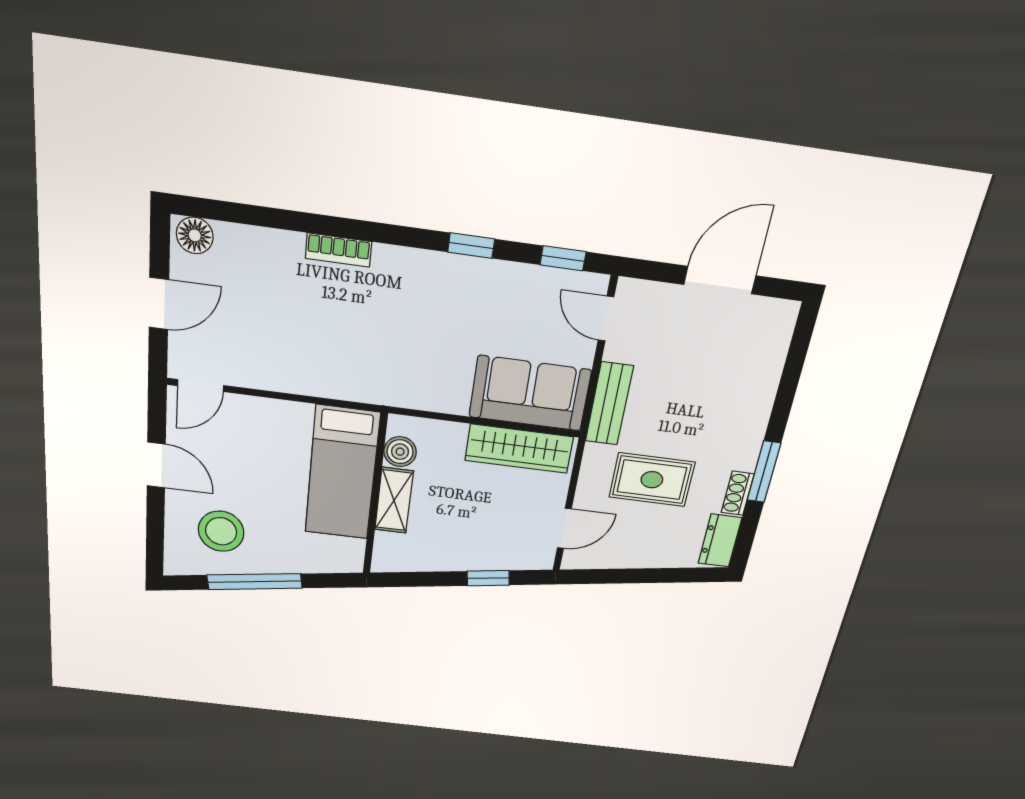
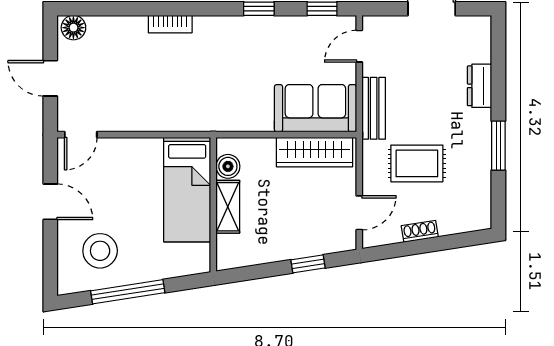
door: (159, 304) -> (50, 78), swing flipped
door: (606, 319) -> (359, 46), hinge flipped
shoe rack: (738, 493) -> (420, 231), moved, turned 81
dresser: (720, 541) -> (480, 86), moved

